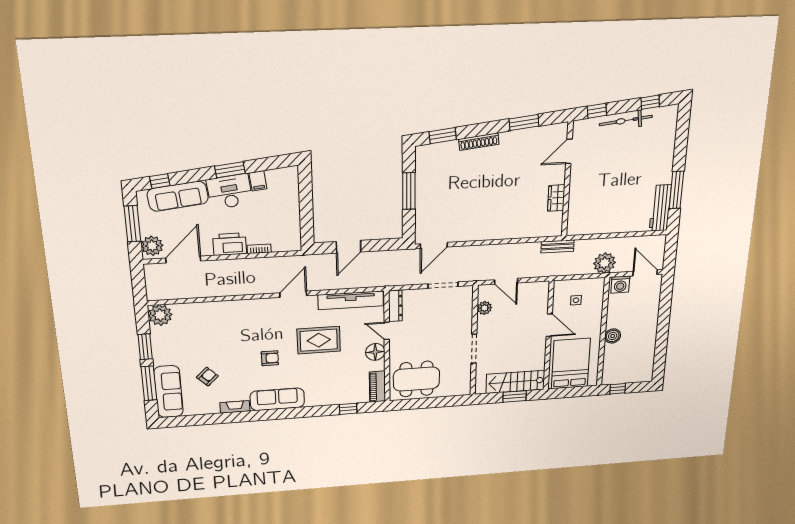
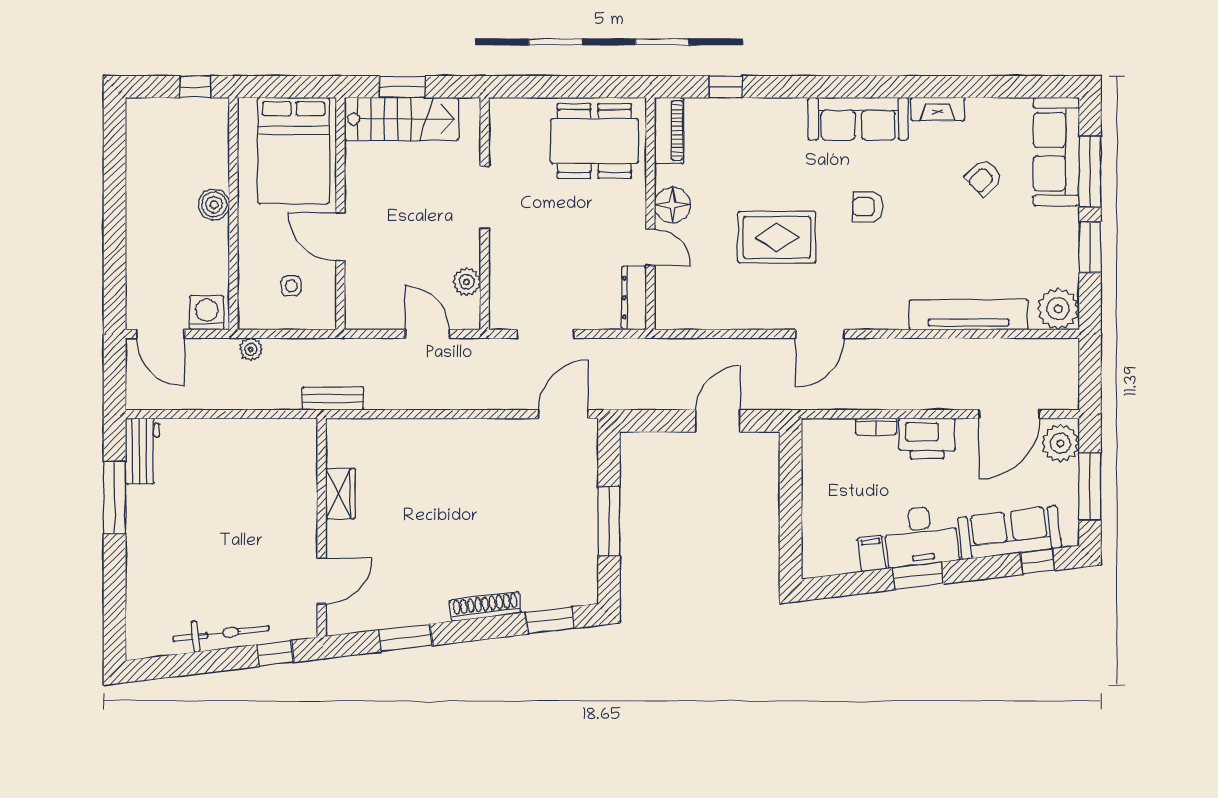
window: (650, 102) -> (179, 665), removed
workbench: (660, 208) -> (142, 451), width x0.73
plant: (605, 263) -> (251, 349), width x0.53, depth x0.53
tv unit: (351, 300) -> (969, 315), moved

